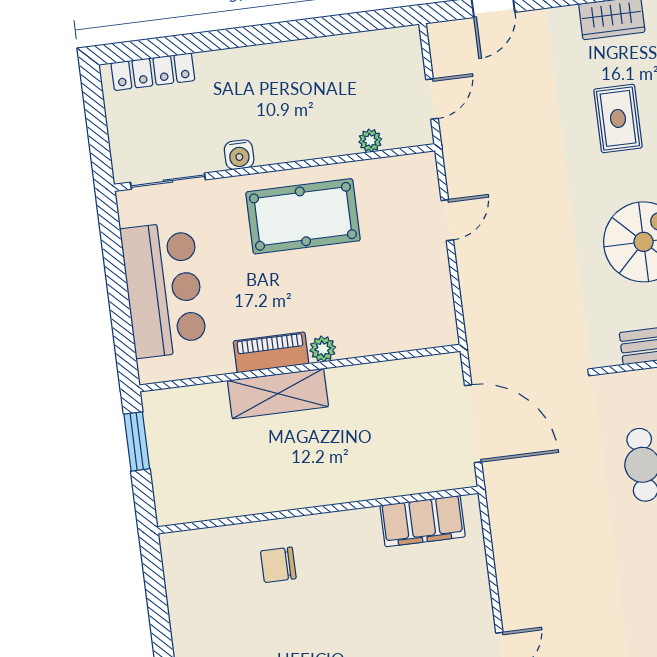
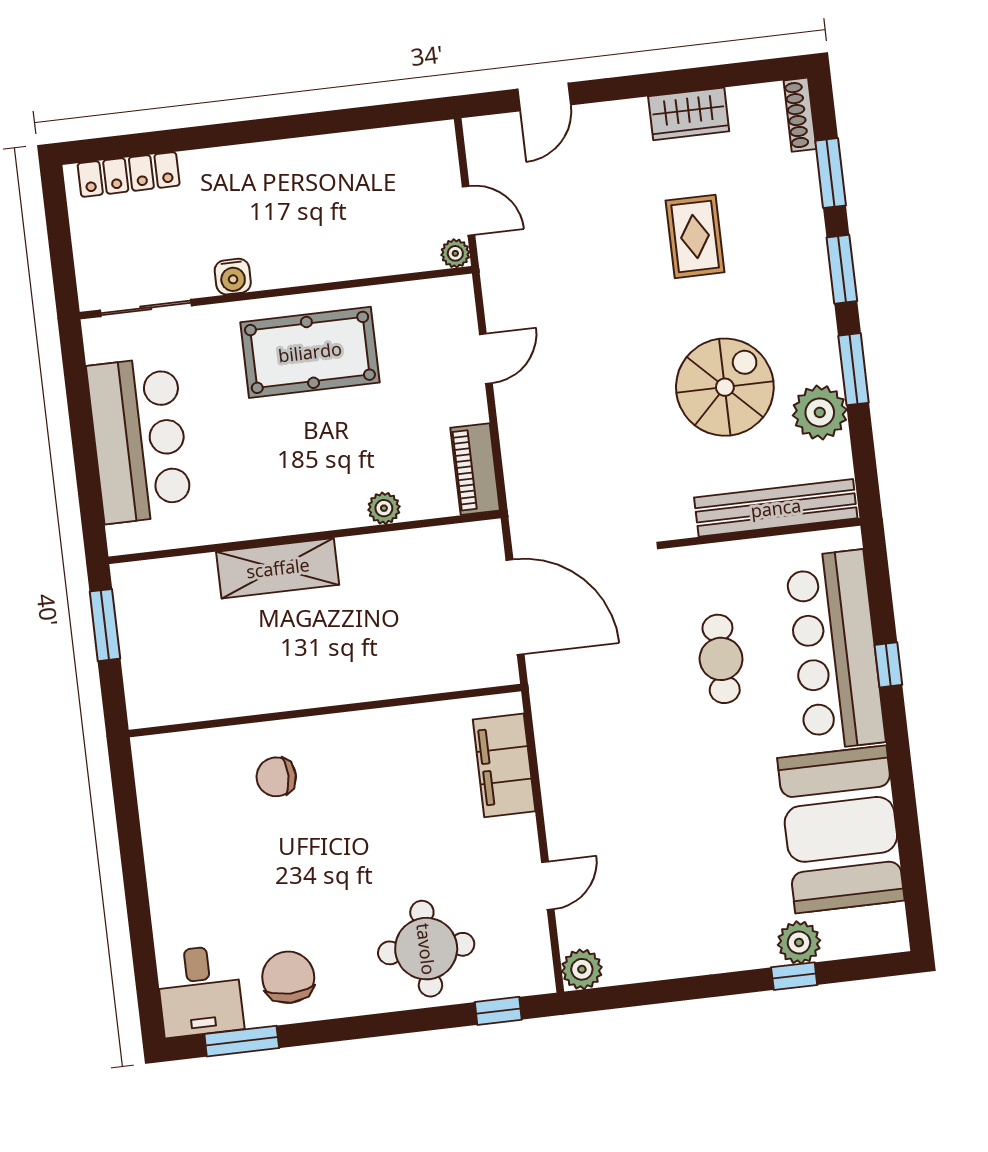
door: (432, 99) -> (469, 211), hinge flipped
plant: (370, 141) -> (455, 253), moved
plant: (323, 349) -> (384, 508), moved
piano: (271, 352) -> (475, 469), moved, turned -90
filing cabinet: (423, 521) -> (504, 765), moved, turned 90

